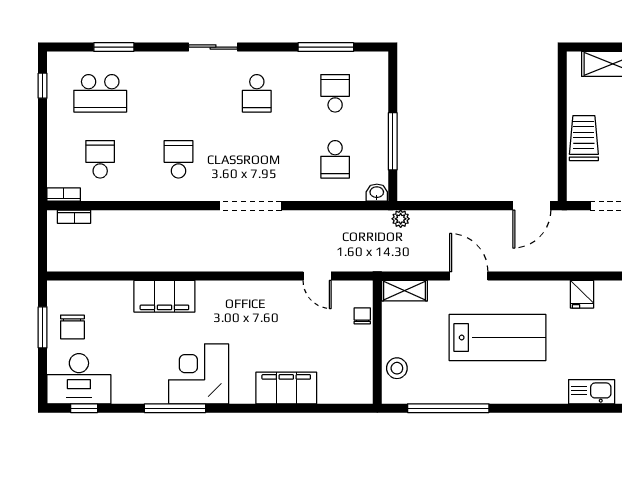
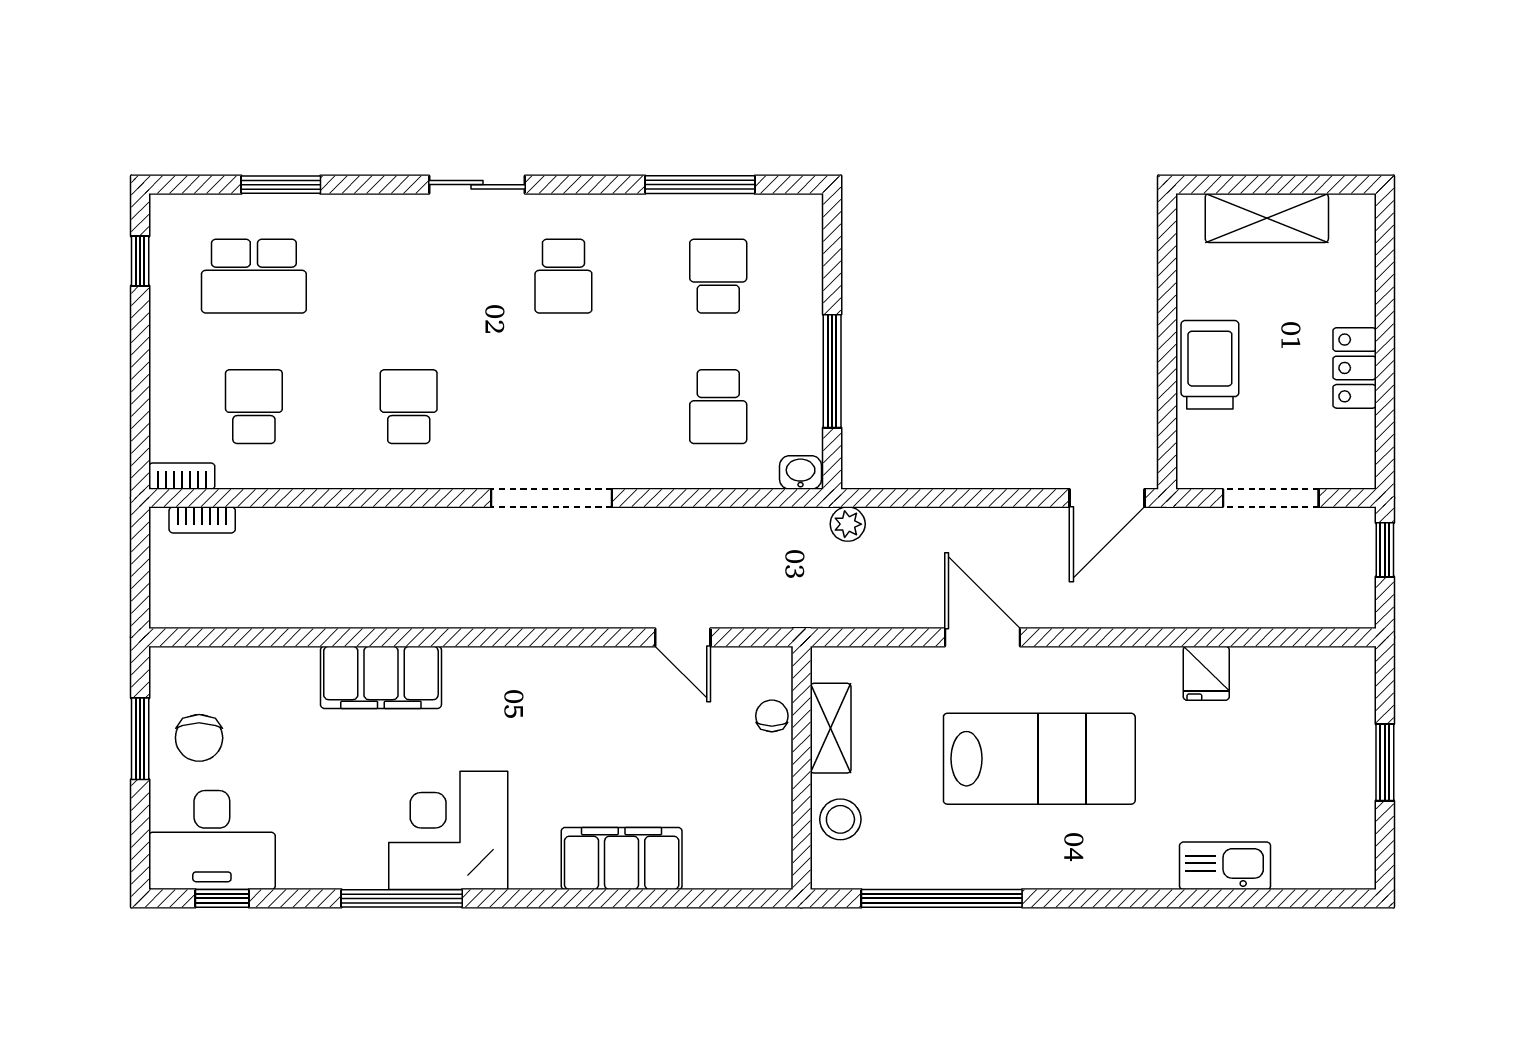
shelving: (404, 291) -> (831, 728), moved, turned 90

